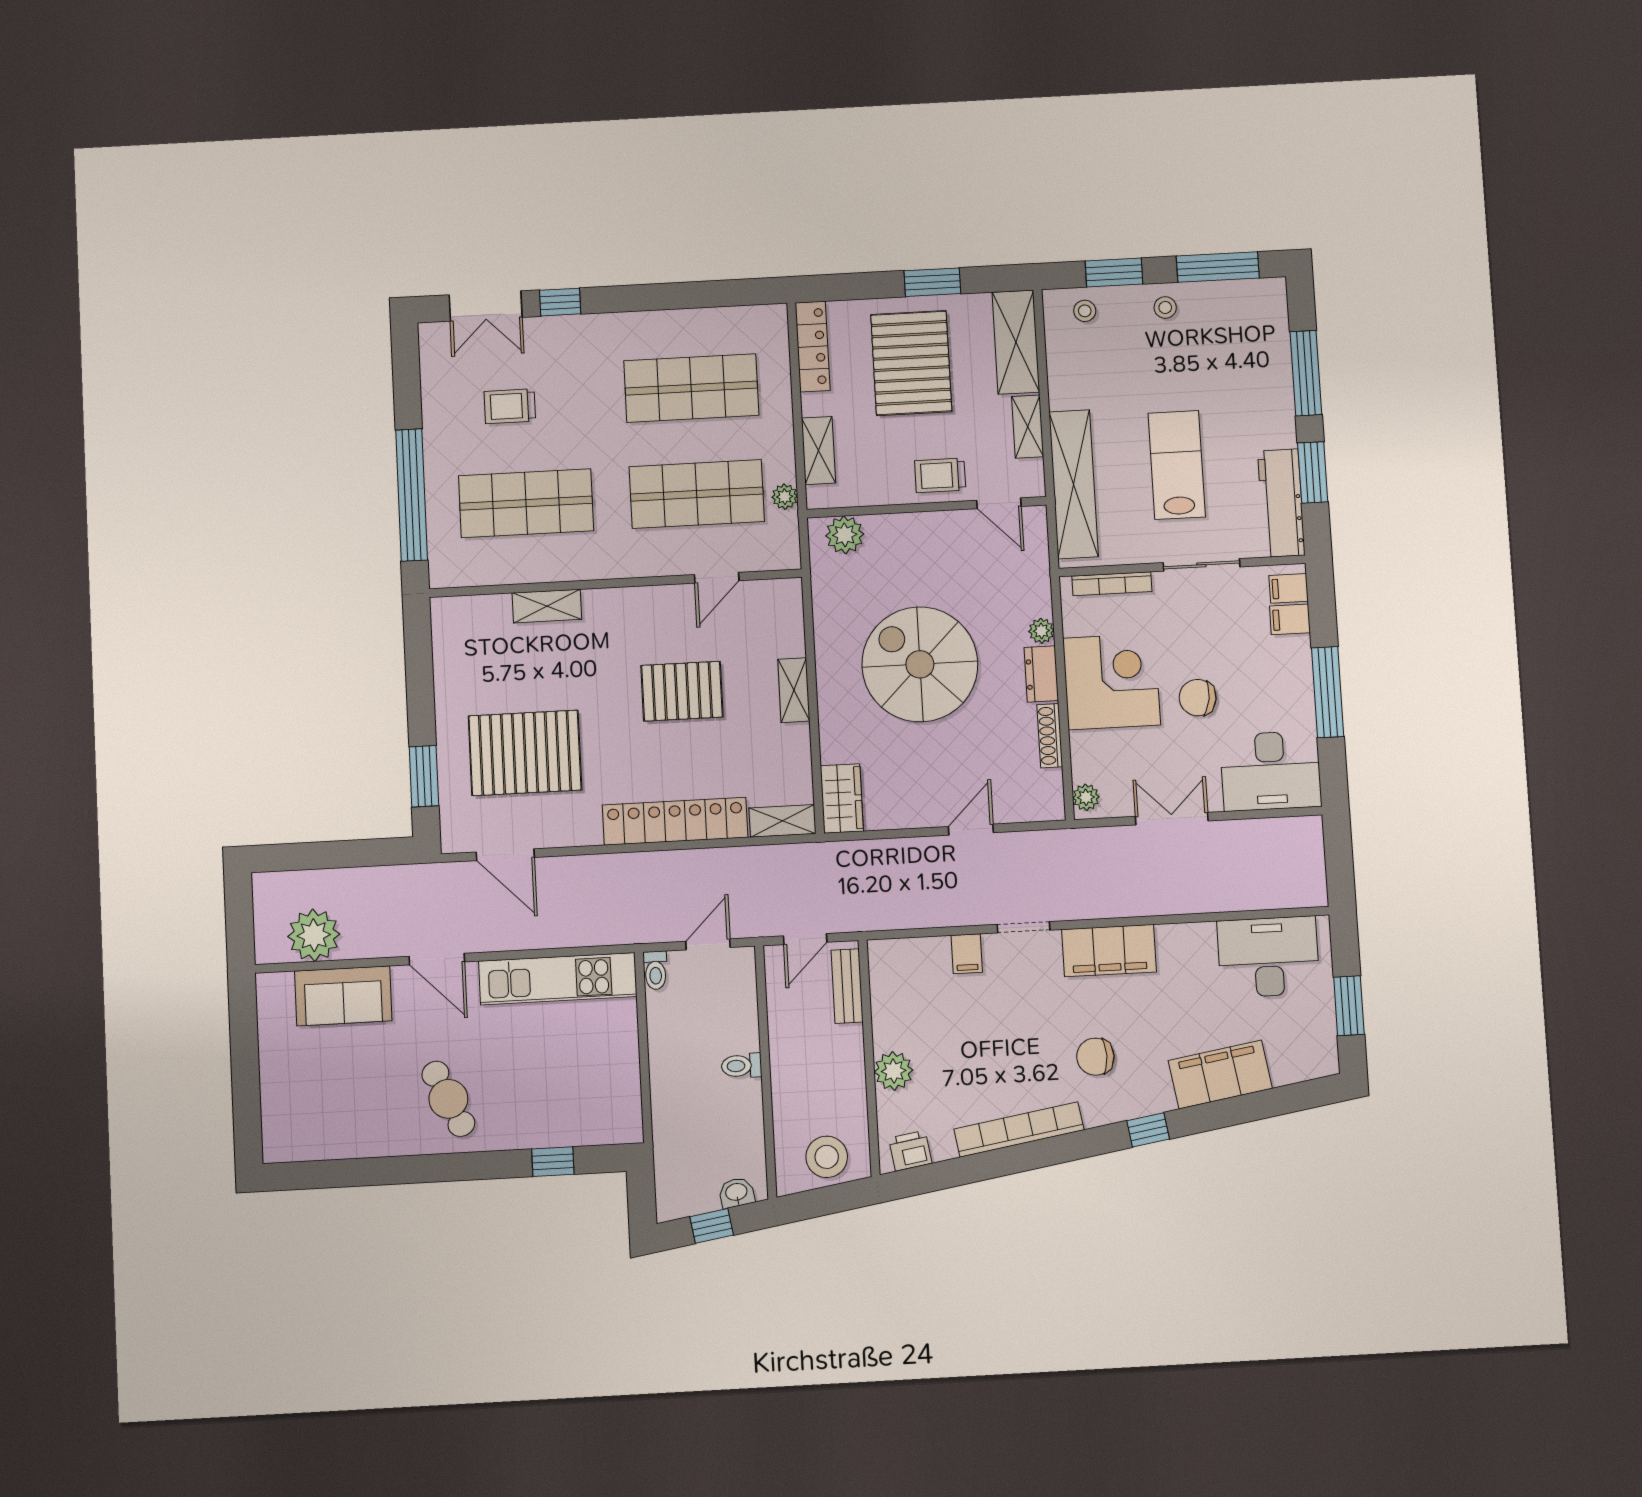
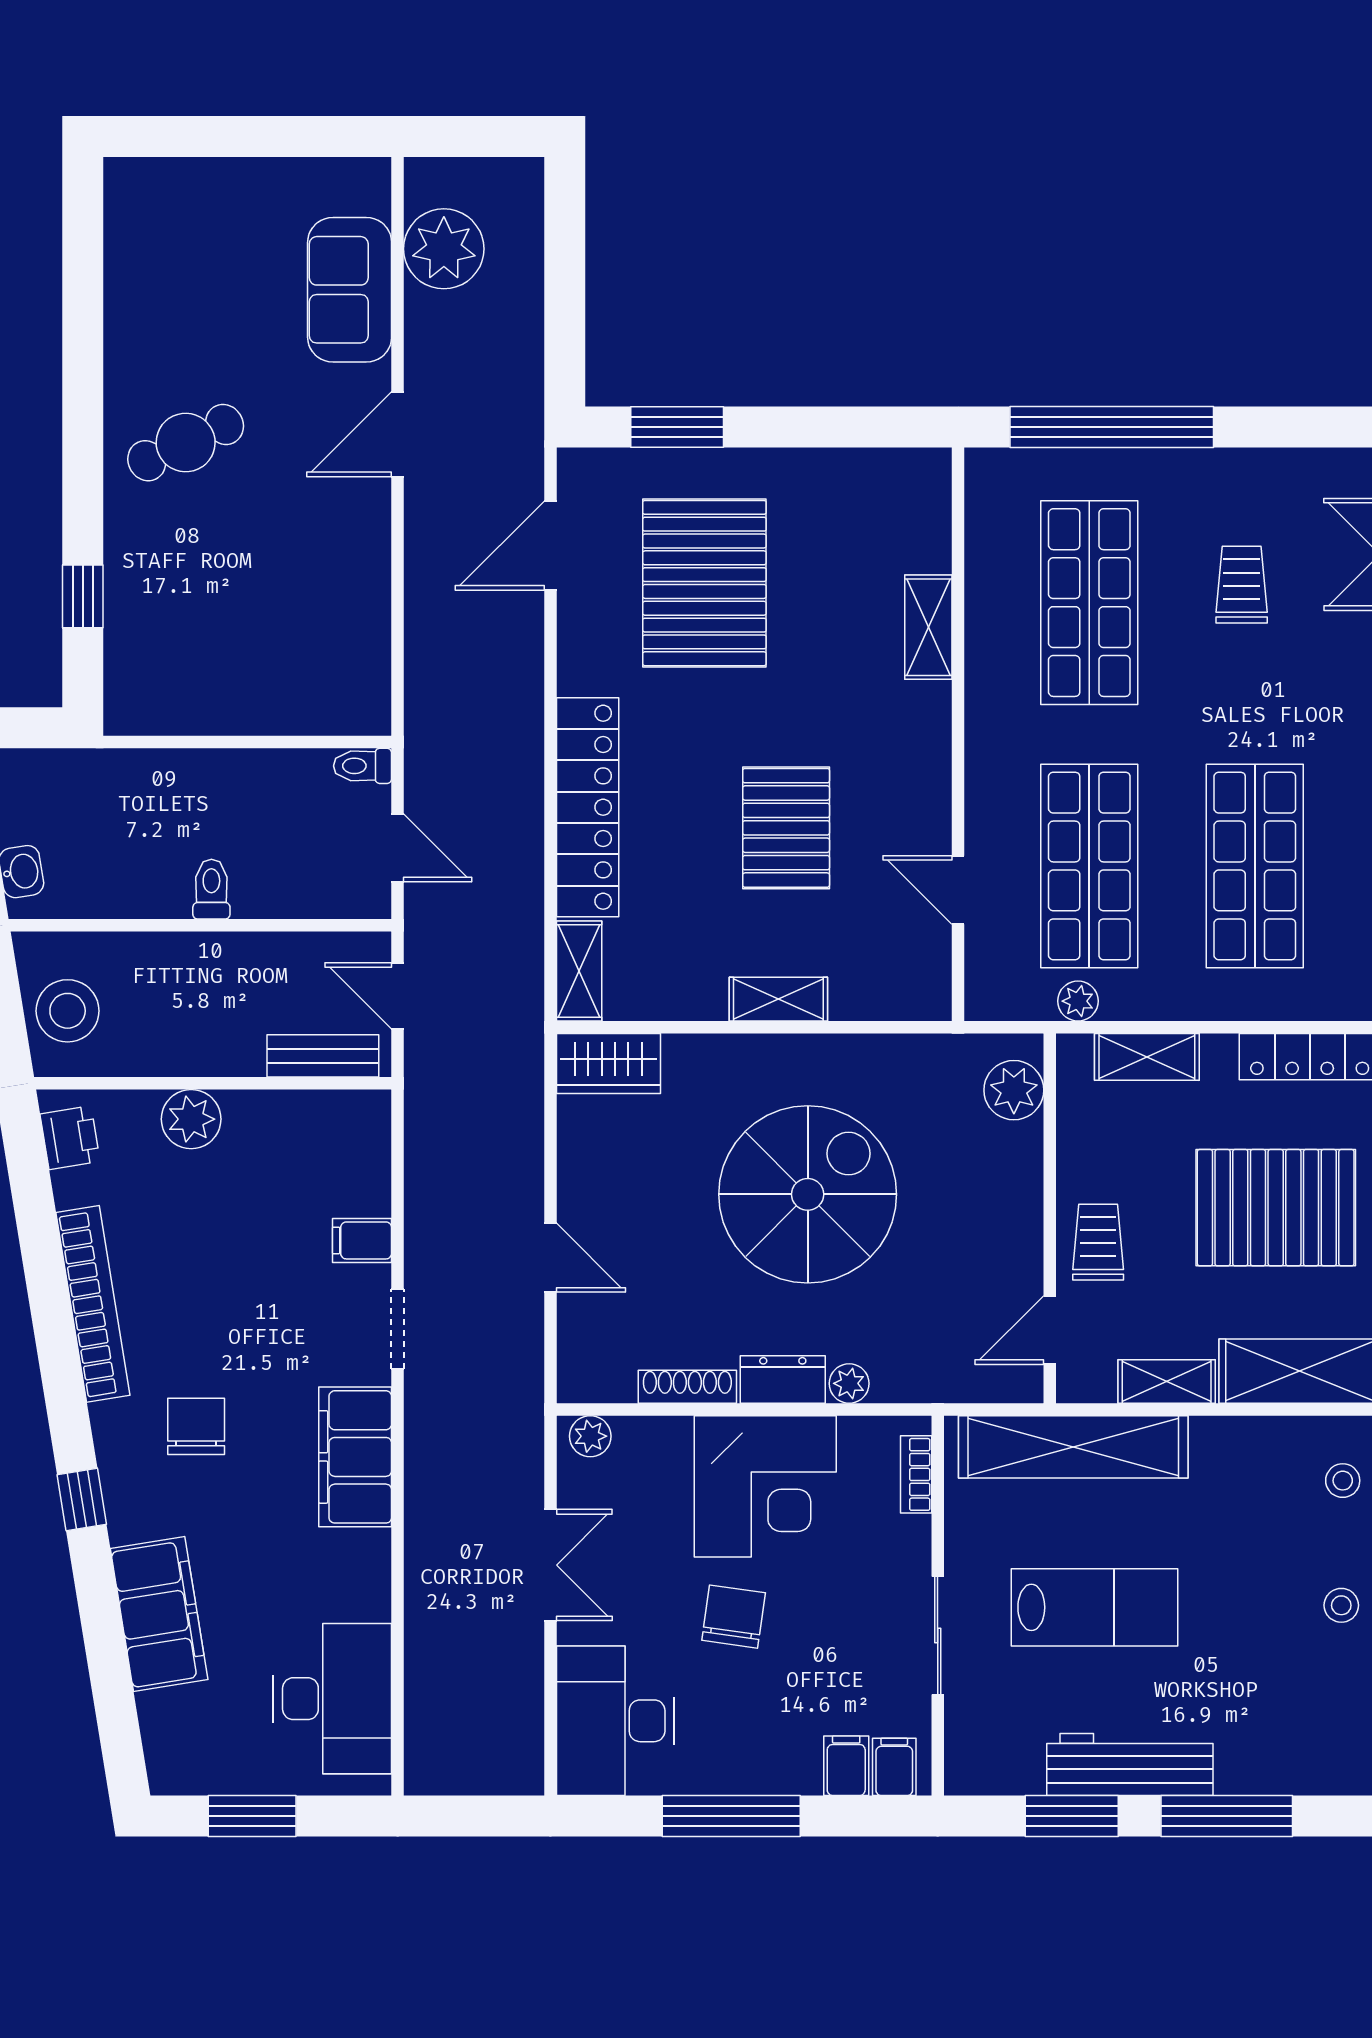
workbench: (1281, 503) -> (1130, 1764), moved
bookcase: (1112, 584) -> (916, 1474), width x0.64
kitchen unit: (558, 979) -> (358, 617), removed

